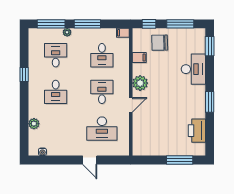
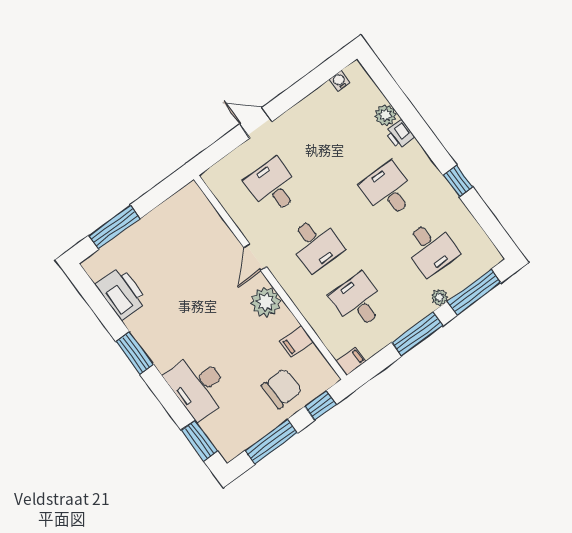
printer: (34, 111) -> (400, 134), added
desk: (102, 129) -> (273, 186), width x0.73

